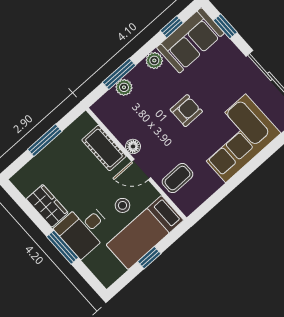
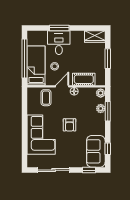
plant: (154, 60) -> (101, 93), moved
wardrobe: (47, 206) -> (95, 36), moved
window: (149, 258) -> (25, 58), width x3.17

